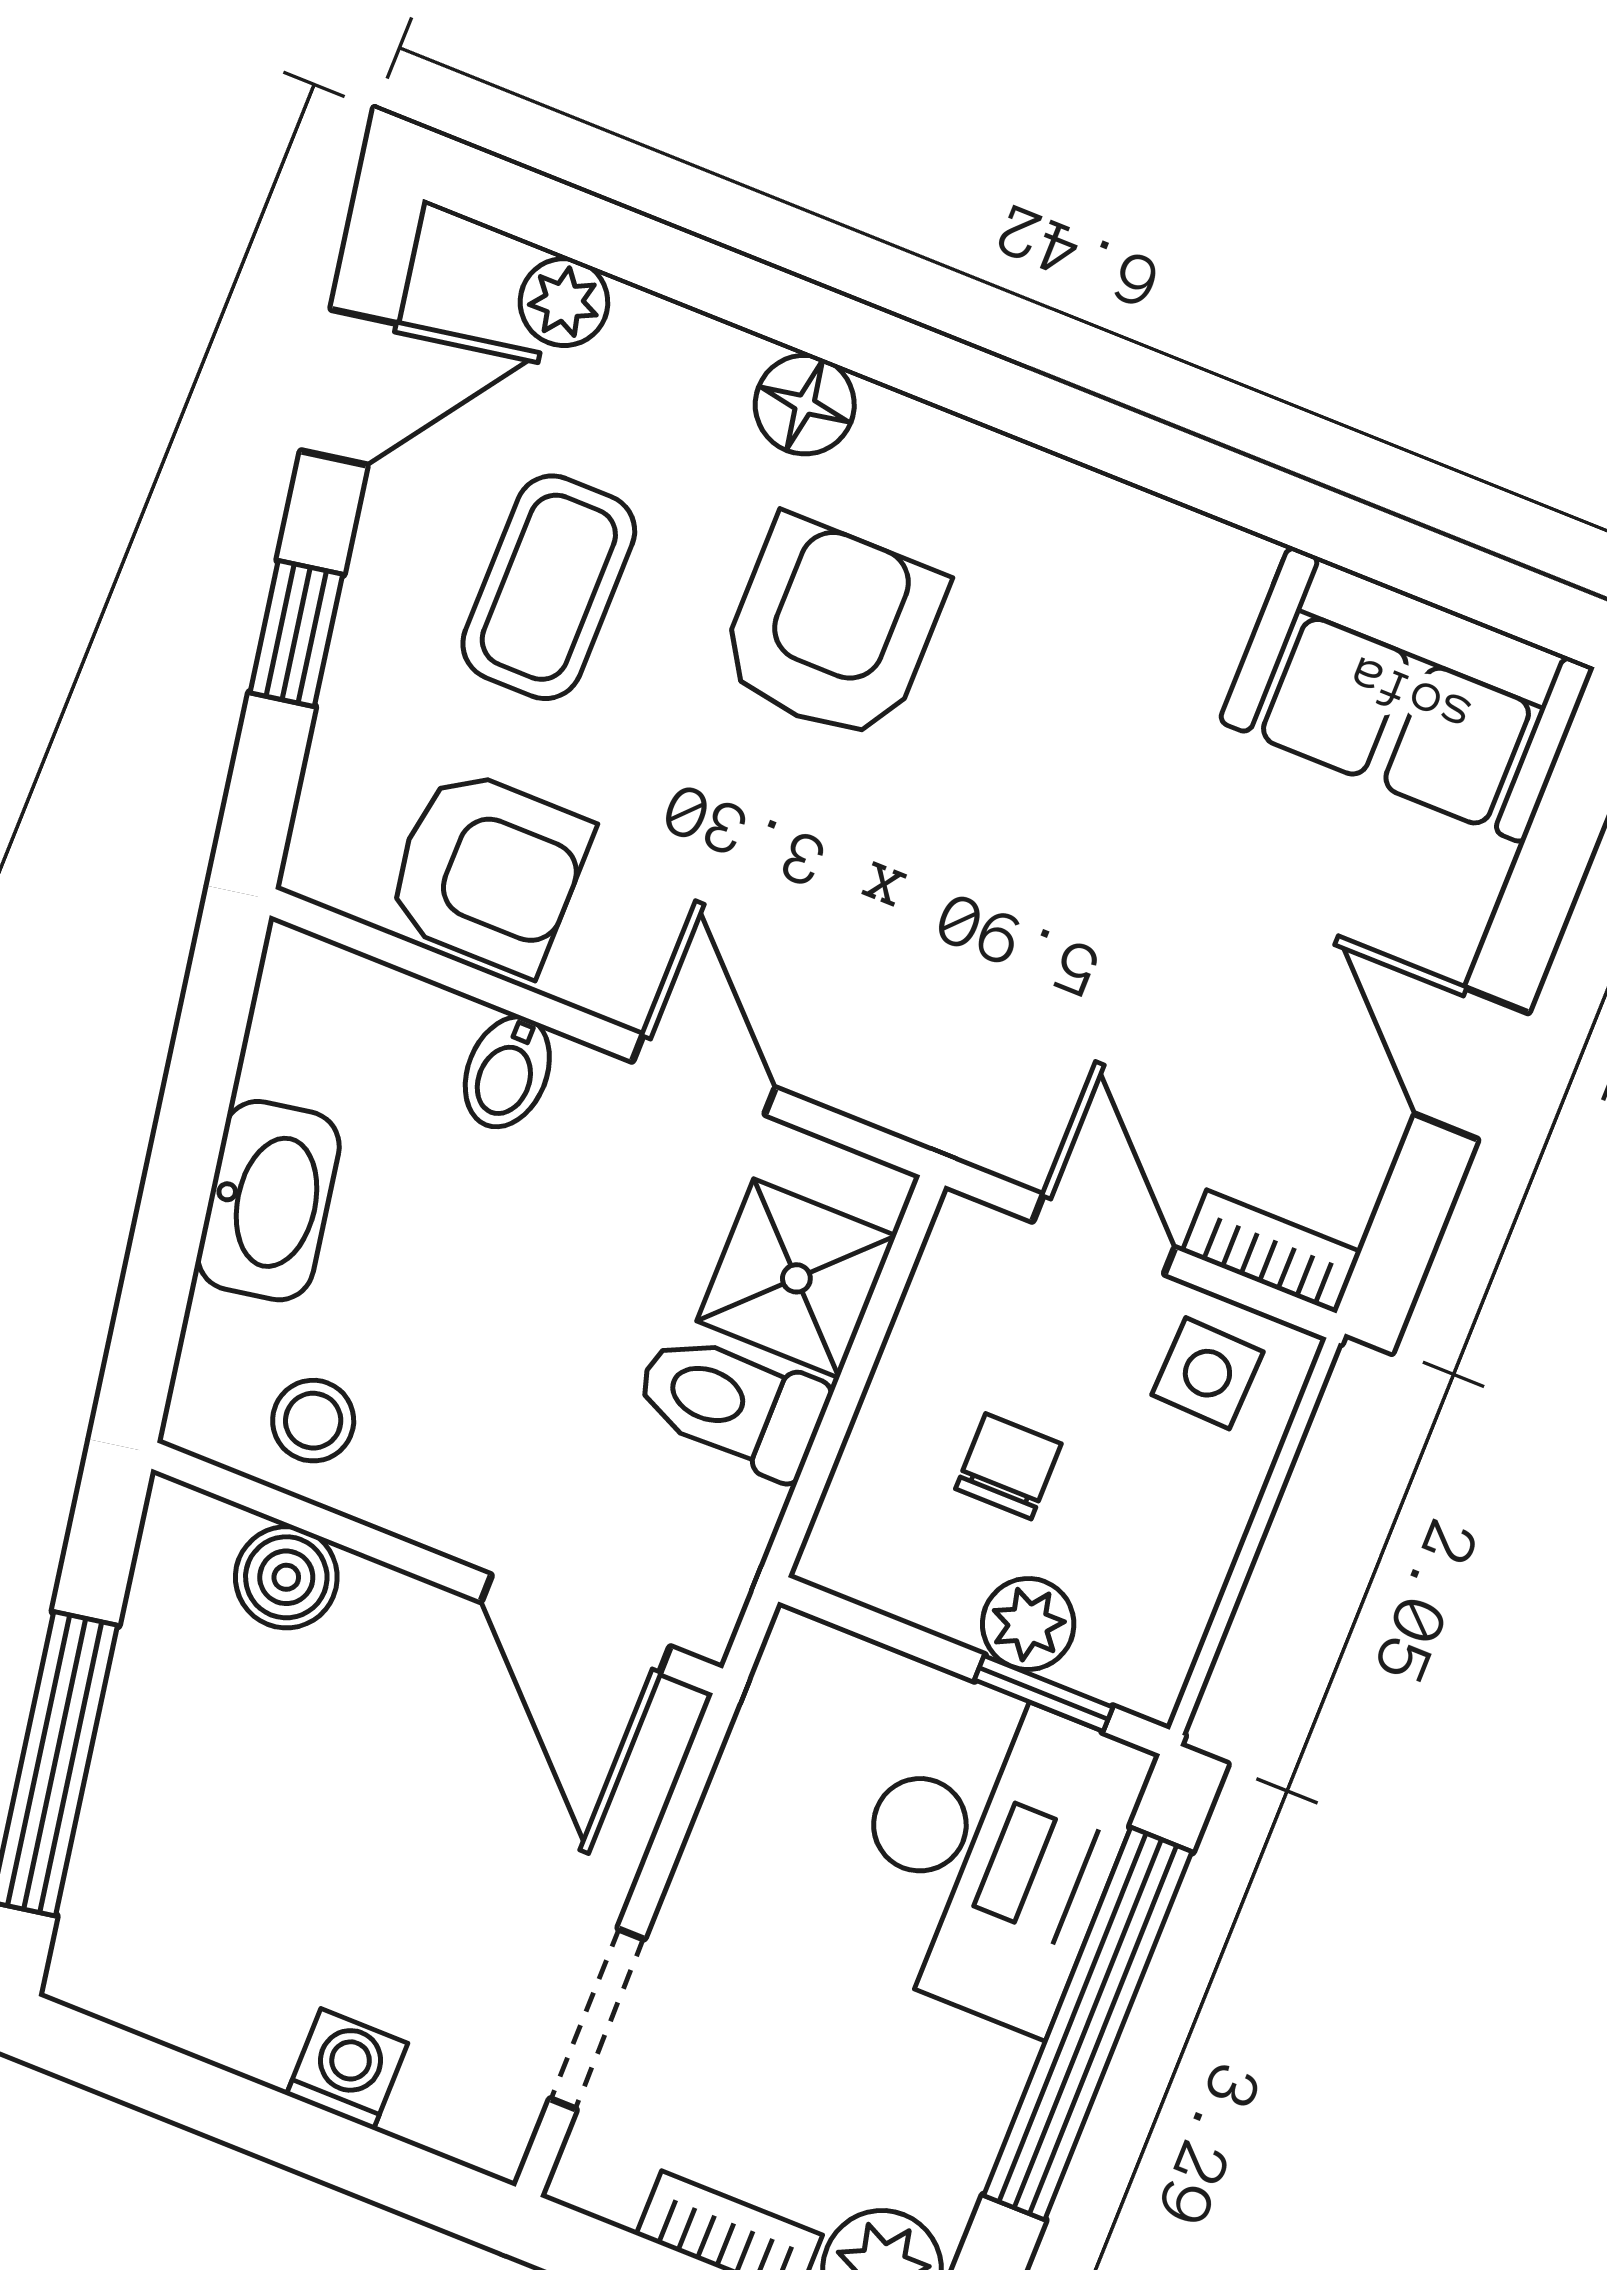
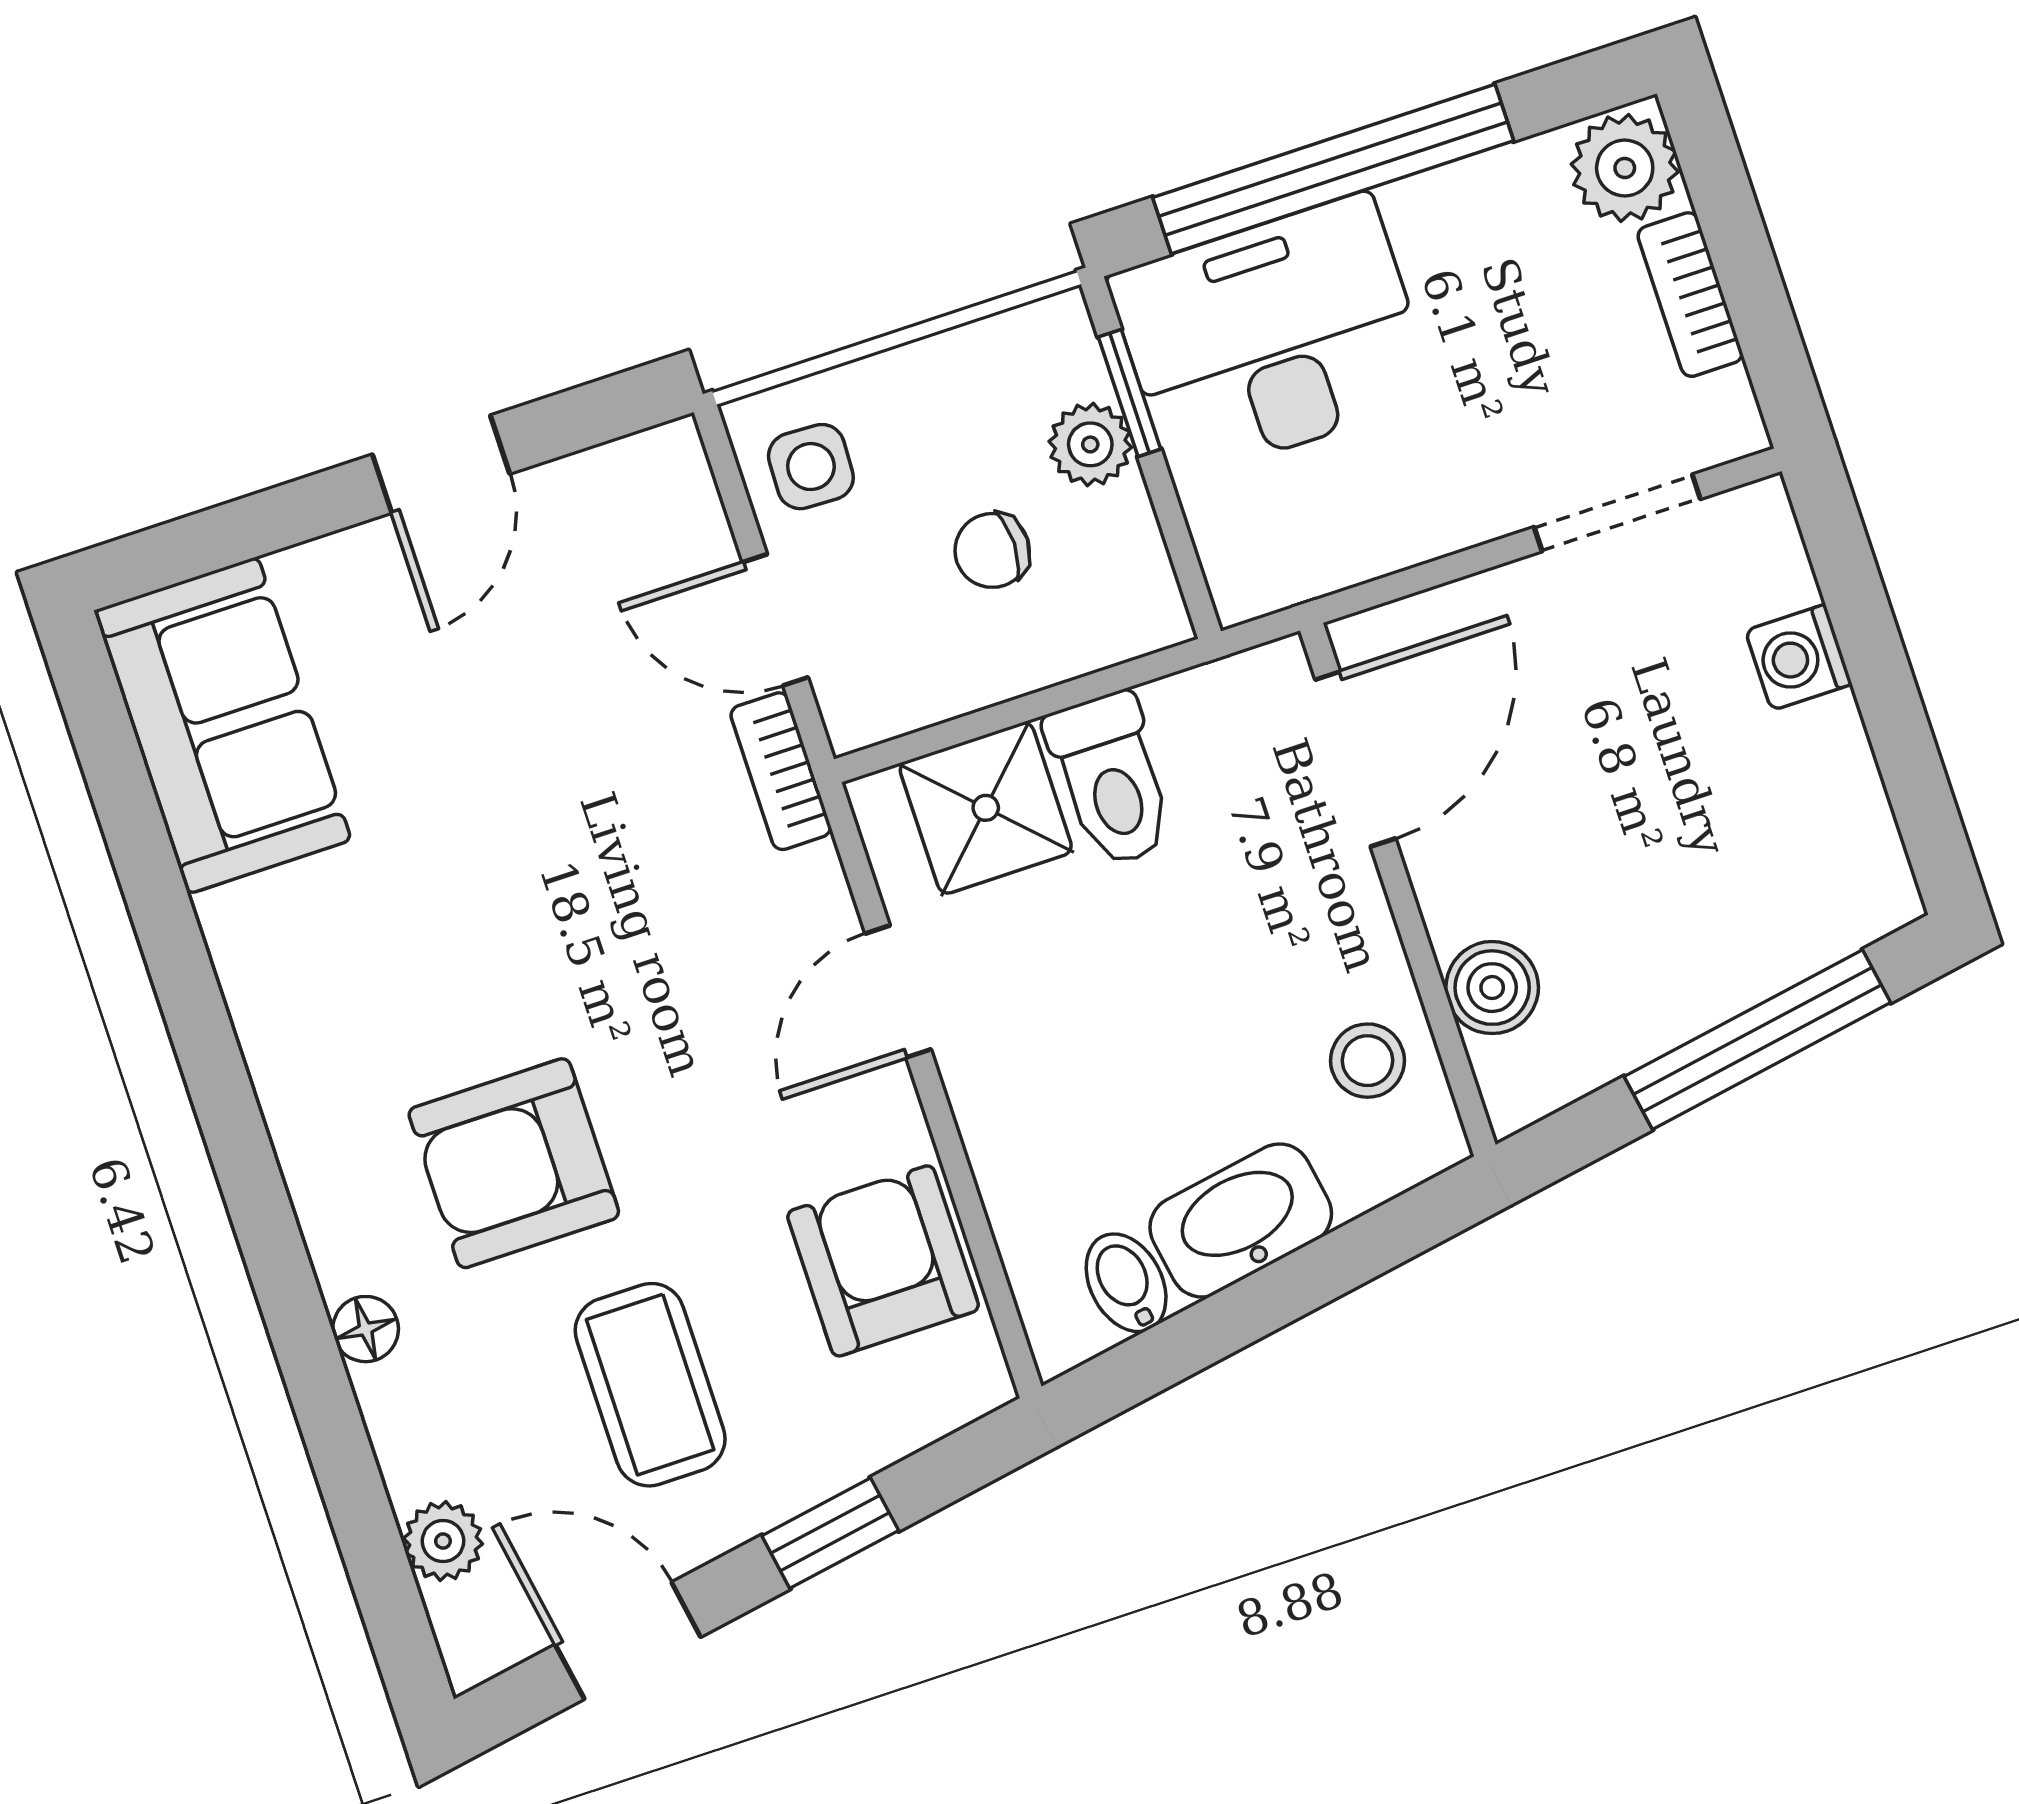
floor lamp: (805, 405) -> (366, 1329), width x0.73, depth x0.73
coffee table: (549, 587) -> (650, 1385), turned 90
bidet: (507, 1072) -> (1126, 1283), moved, turned -100
door: (1104, 1234) -> (775, 620), hinge flipped
bookcase: (1272, 1252) -> (781, 771), moved

